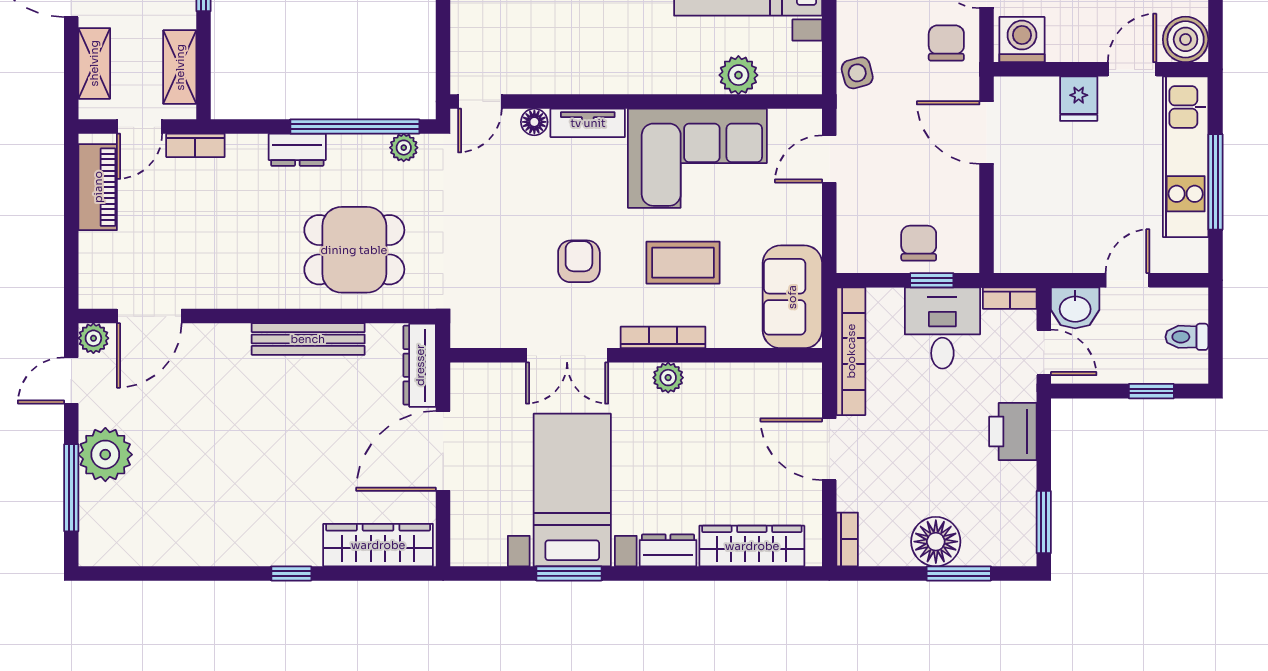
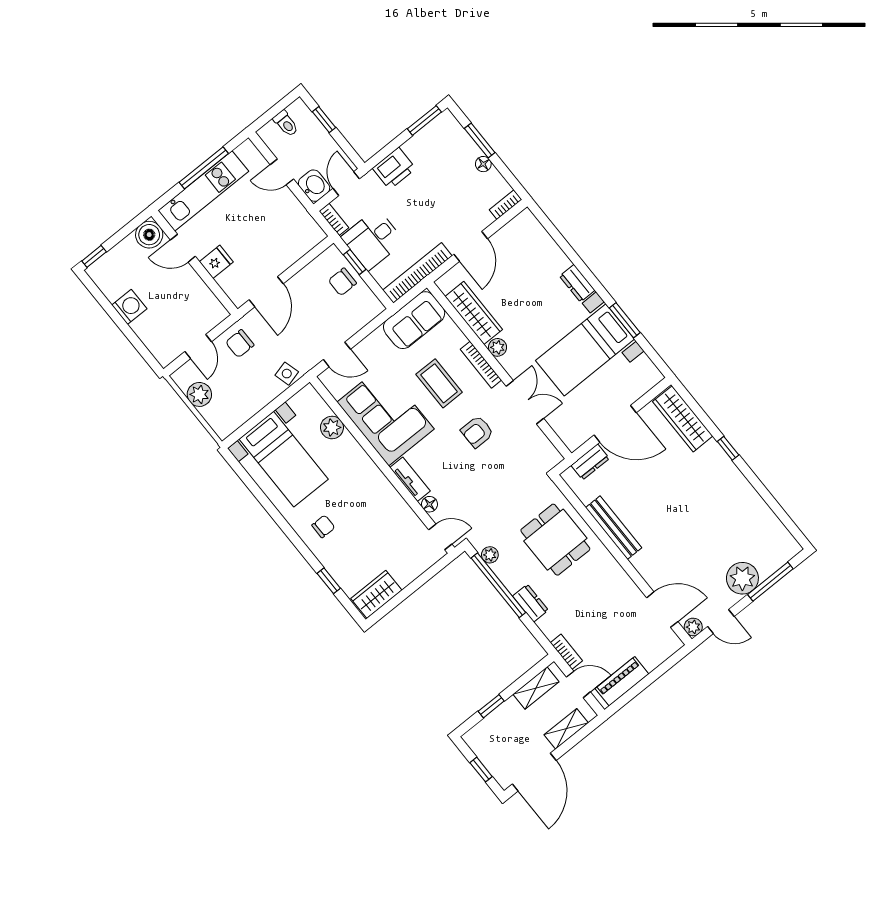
washing machine: (1022, 40) -> (210, 310), removed
dresser: (420, 365) -> (590, 462), width x0.70
floor lamp: (936, 542) -> (483, 164), width x0.53, depth x0.53
wardrobe: (752, 546) -> (474, 313), moved, turned 180

